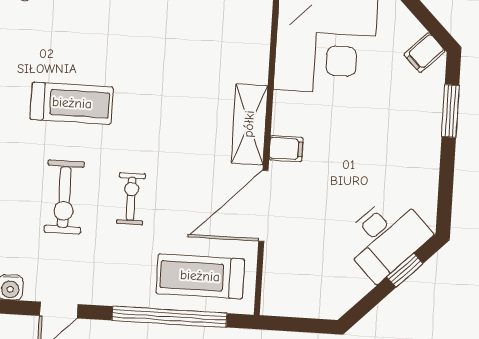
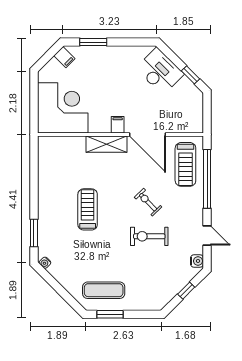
treadmill: (72, 103) -> (88, 209), moved
exercise bike: (64, 197) -> (149, 236), turned 180
exercise bike: (131, 199) -> (148, 202), turned 46
window: (405, 270) -> (190, 75), moved

